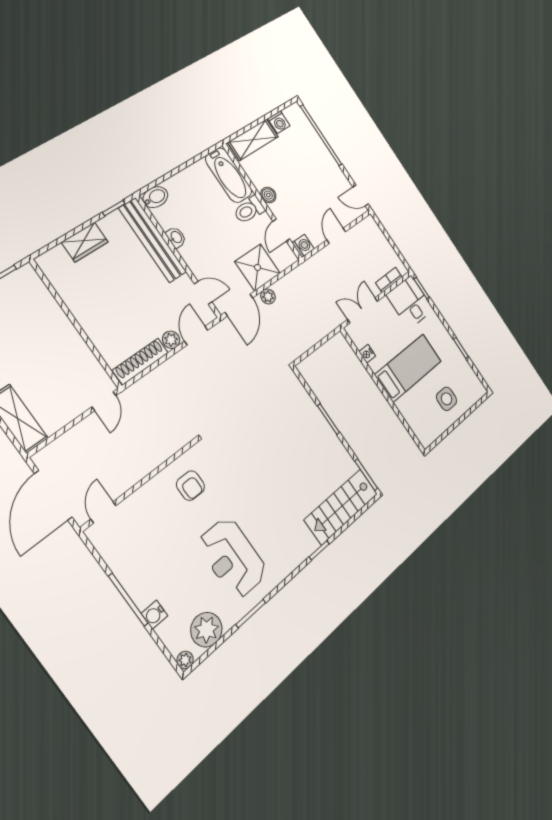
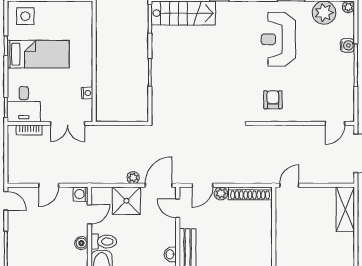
bed: (408, 368) -> (38, 54), moved, turned 180
side table: (447, 399) -> (25, 16), moved
reception desk: (232, 558) -> (278, 39), turned 180

